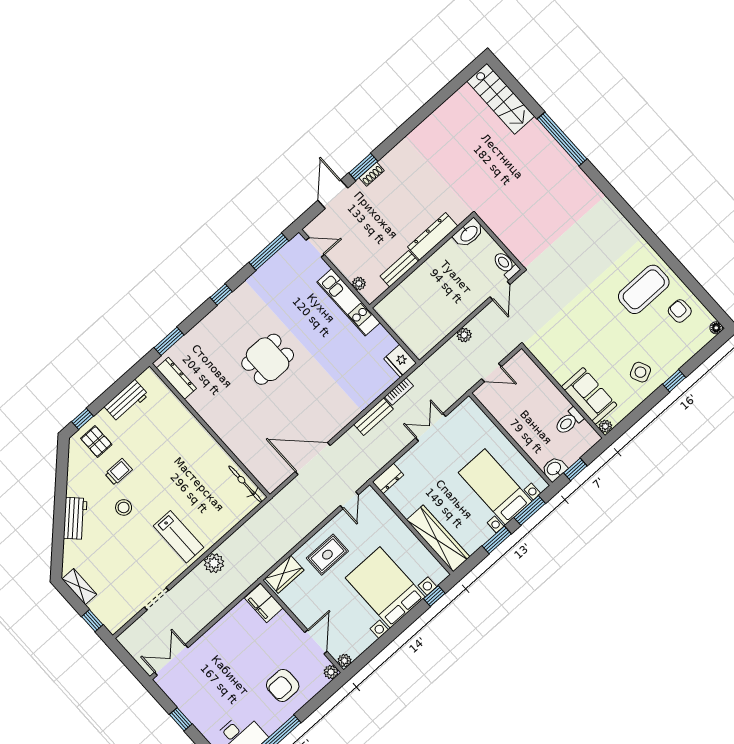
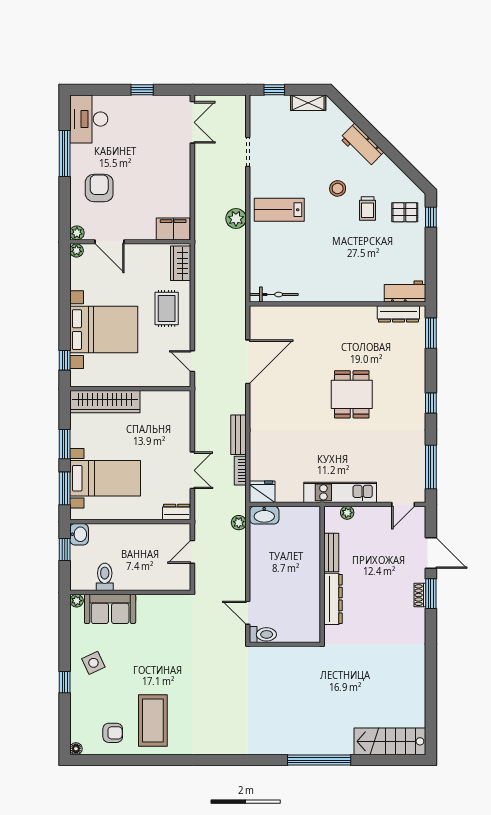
washbasin: (469, 233) -> (264, 515), moved, turned -90
plant: (464, 335) -> (239, 523), moved
workbench: (126, 401) -> (405, 292), moved, turned 90
dresser: (388, 478) -> (177, 512), moved, turned 90

